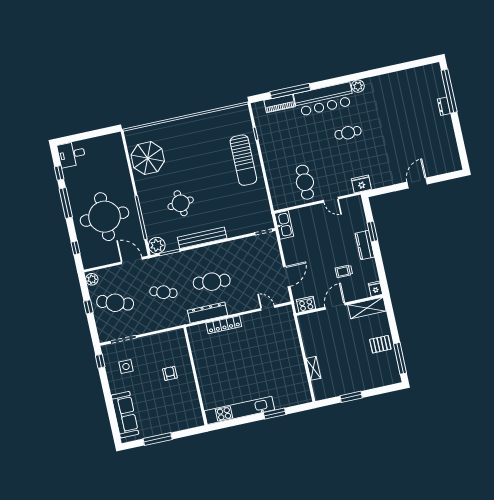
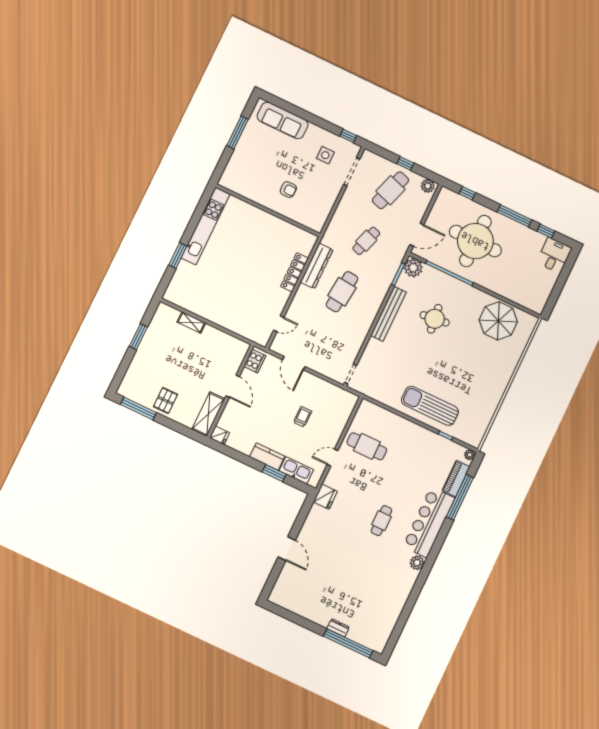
plant: (256, 107) -> (470, 455), added
kitchen sink: (284, 225) -> (296, 470), moved, turned 180
trolley: (344, 271) -> (303, 417), moved

